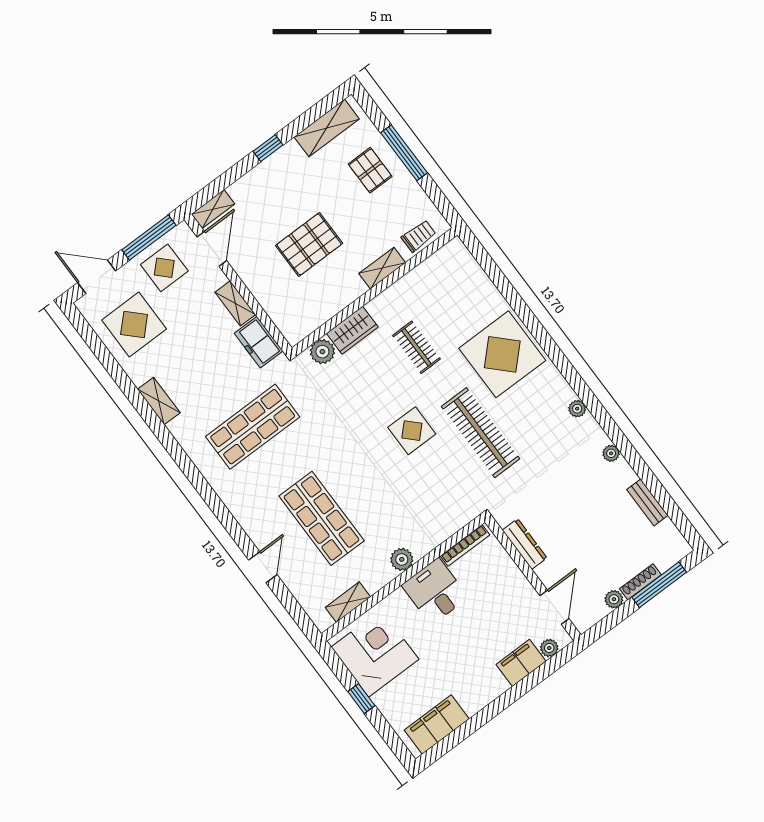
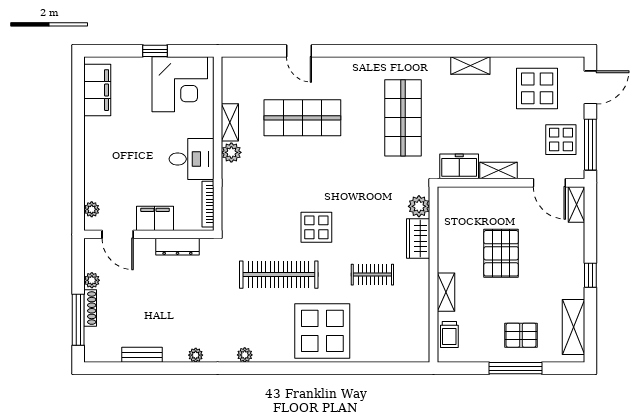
shelving: (348, 602) -> (230, 122), moved
filing cabinet: (521, 663) -> (155, 218), moved, turned -90

